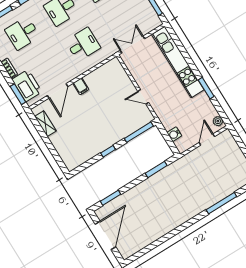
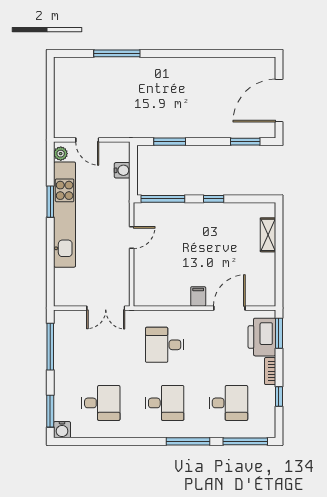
kitchen unit: (178, 62) -> (65, 215), moved
door: (143, 97) -> (132, 238), hinge flipped
shelving: (45, 124) -> (268, 235), moved
door: (207, 139) -> (87, 140), hinge flipped

